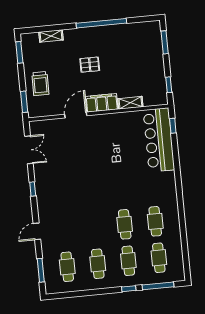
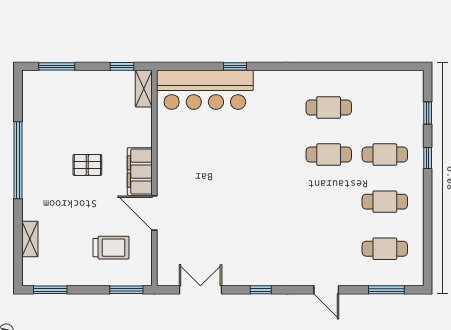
pallet: (90, 65) -> (87, 165), moved, turned 90
trolley: (40, 84) -> (111, 248), moved
shelving: (130, 103) -> (144, 89), moved
window: (173, 126) -> (235, 66), moved
cafe table: (159, 258) -> (385, 107), removed
window: (158, 286) -> (428, 113), width x0.46

